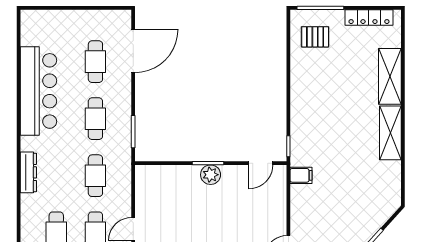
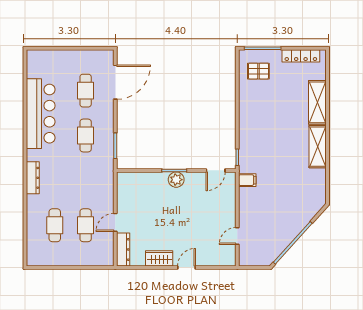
cafe table: (95, 176) -> (86, 180), removed

